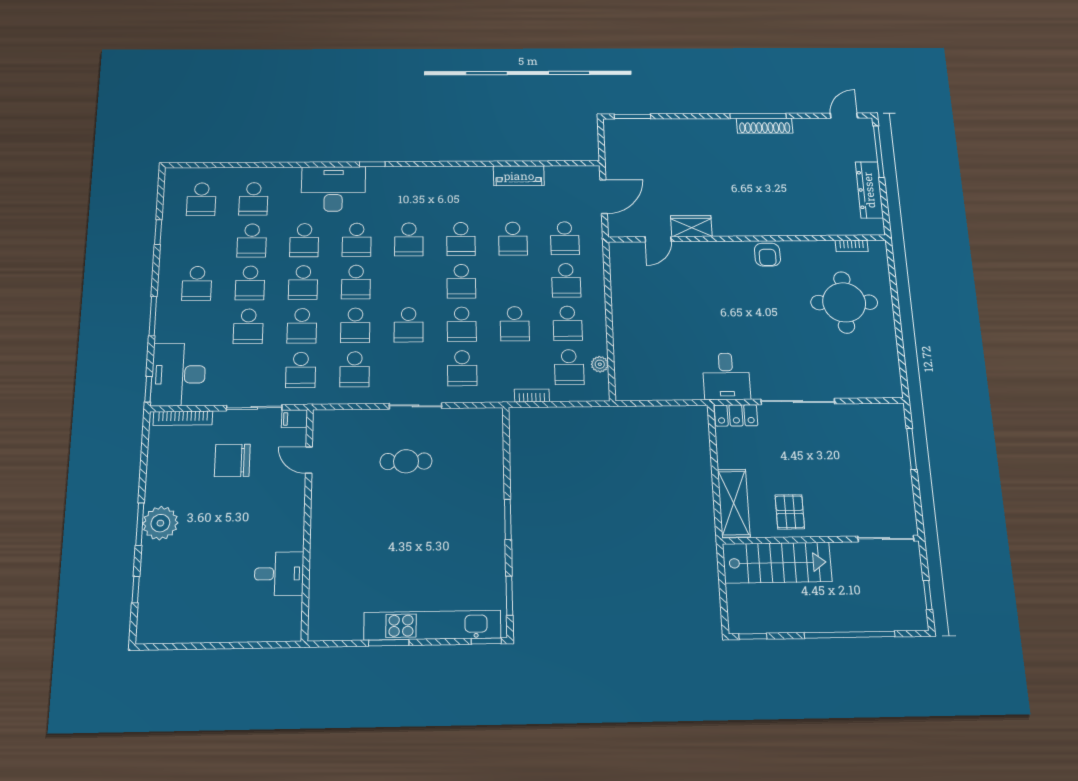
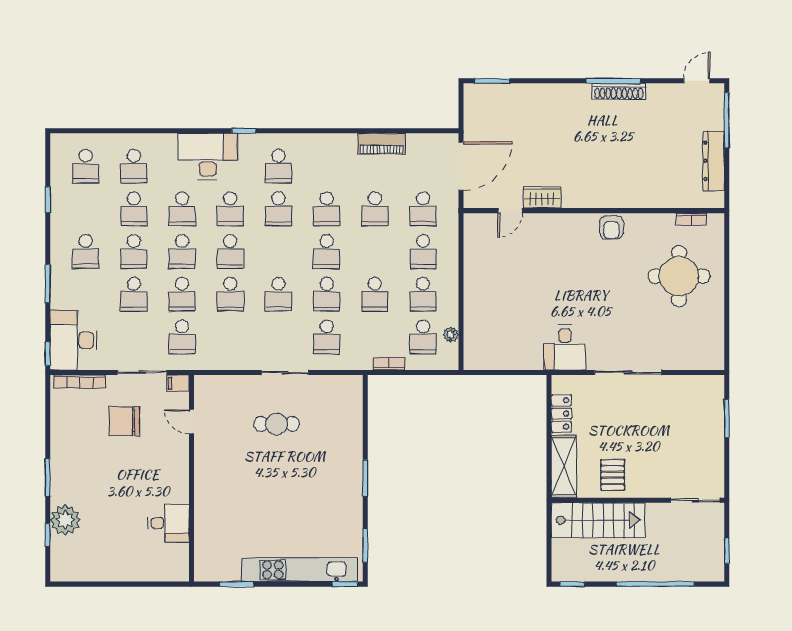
door: (604, 197) -> (461, 166), width x1.36
school desk: (355, 369) -> (278, 166), moved
locker: (736, 415) -> (561, 414), moved, turned -90
plant: (160, 523) -> (65, 520), moved
window: (389, 643) -> (237, 584), moved

